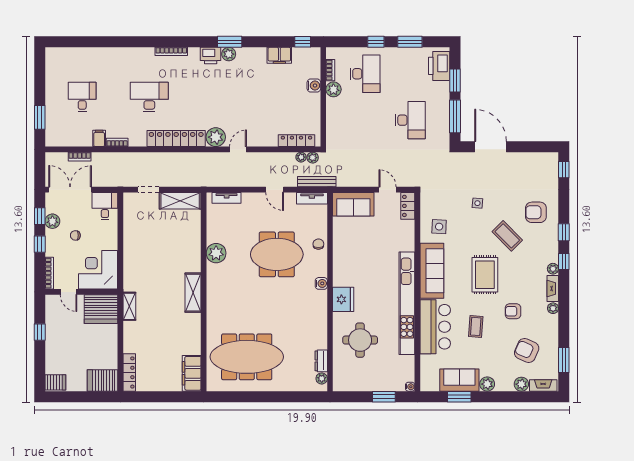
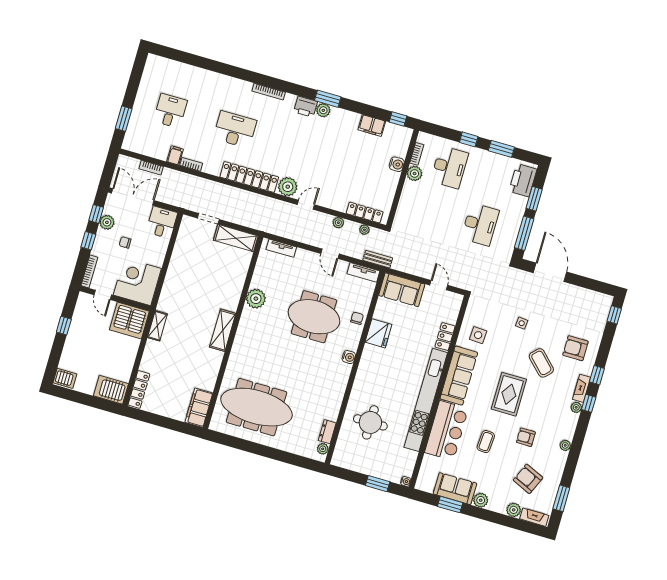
plant: (313, 158) -> (338, 223), moved
bench: (317, 182) -> (378, 259), width x0.73
locker: (408, 206) -> (445, 337), moved
fireplace: (553, 288) -> (582, 388), moved
fridge: (343, 299) -> (378, 333), moved

